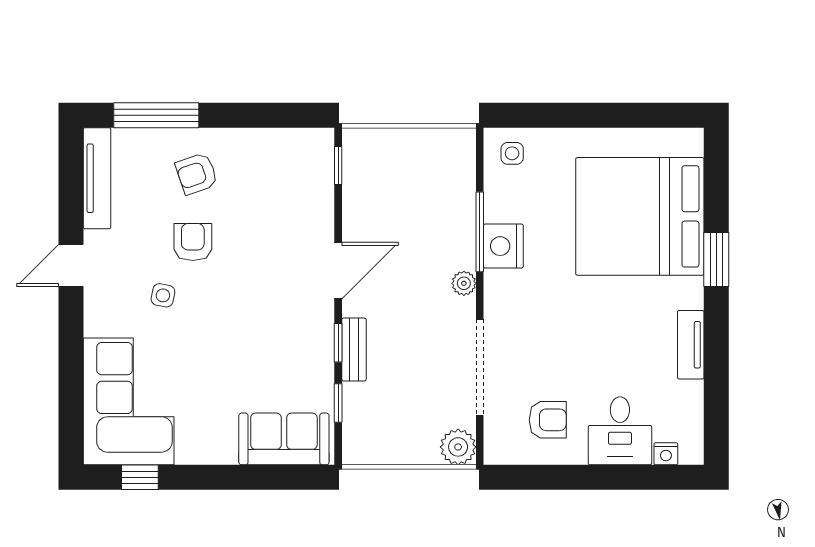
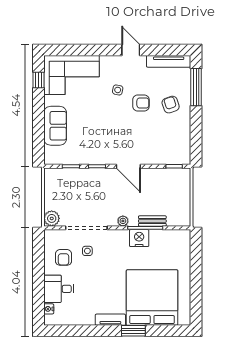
side table: (512, 153) -> (87, 251), moved
tv unit: (691, 345) -> (110, 320), moved
bench: (354, 350) -> (152, 221), moved
sofa: (284, 439) -> (55, 126), moved

